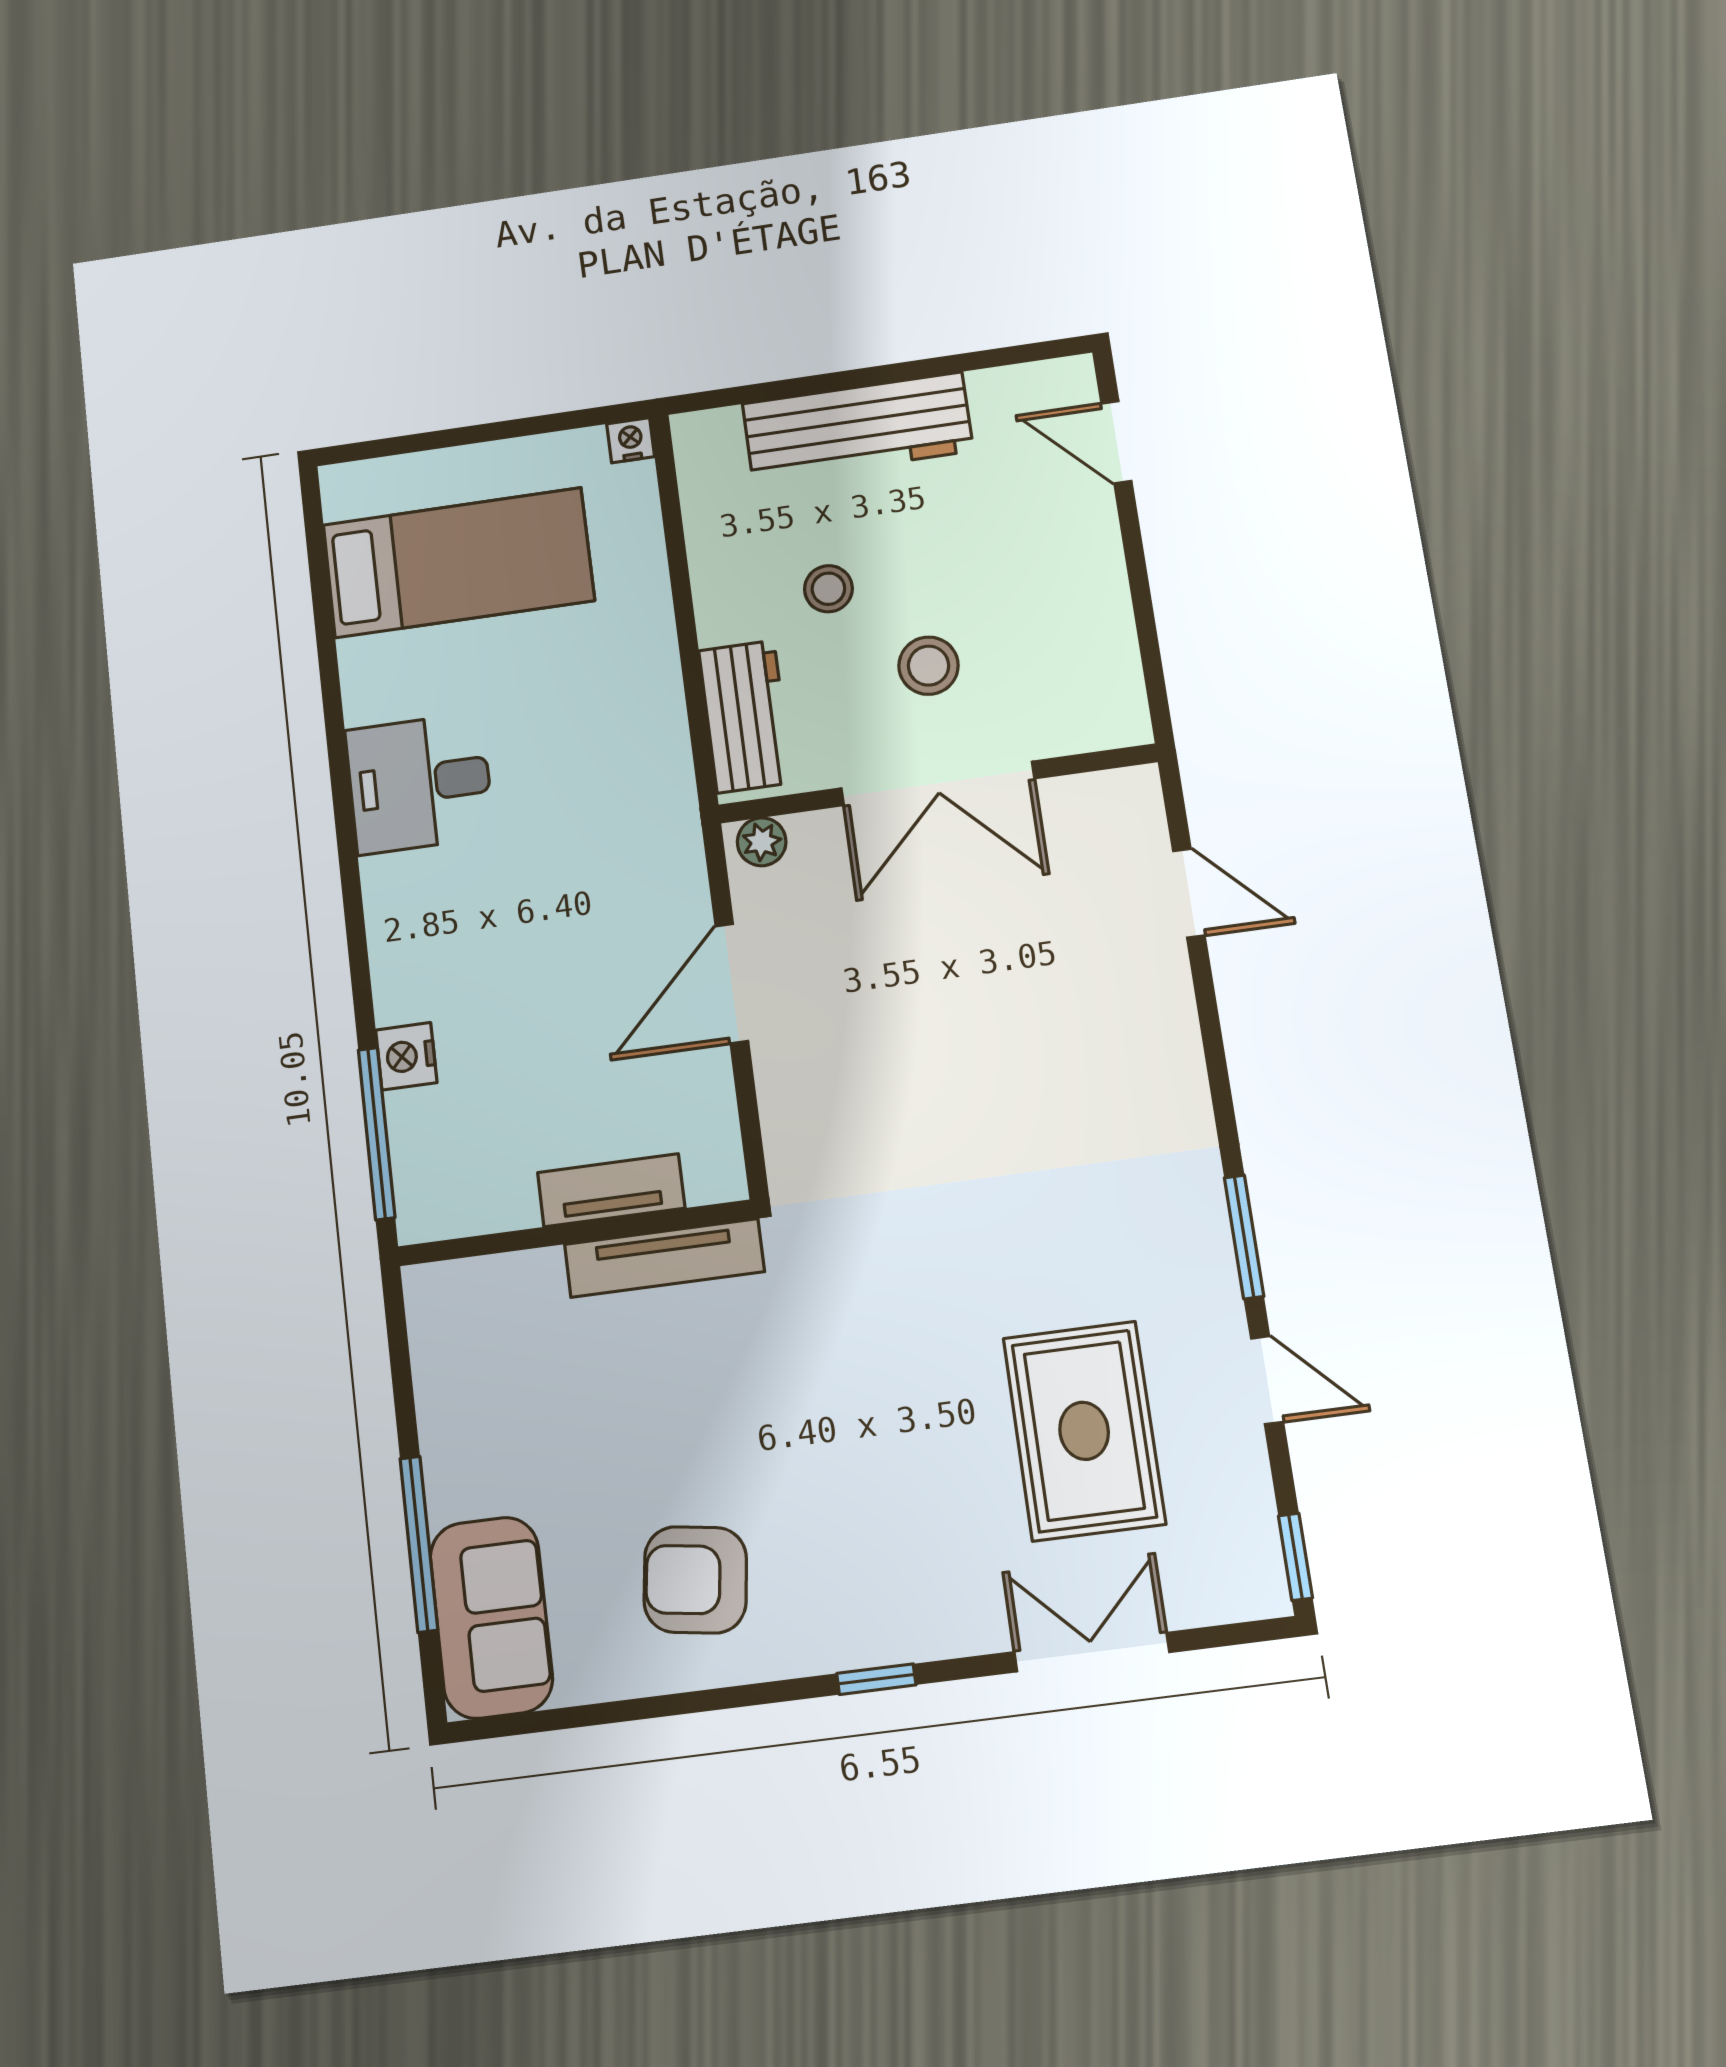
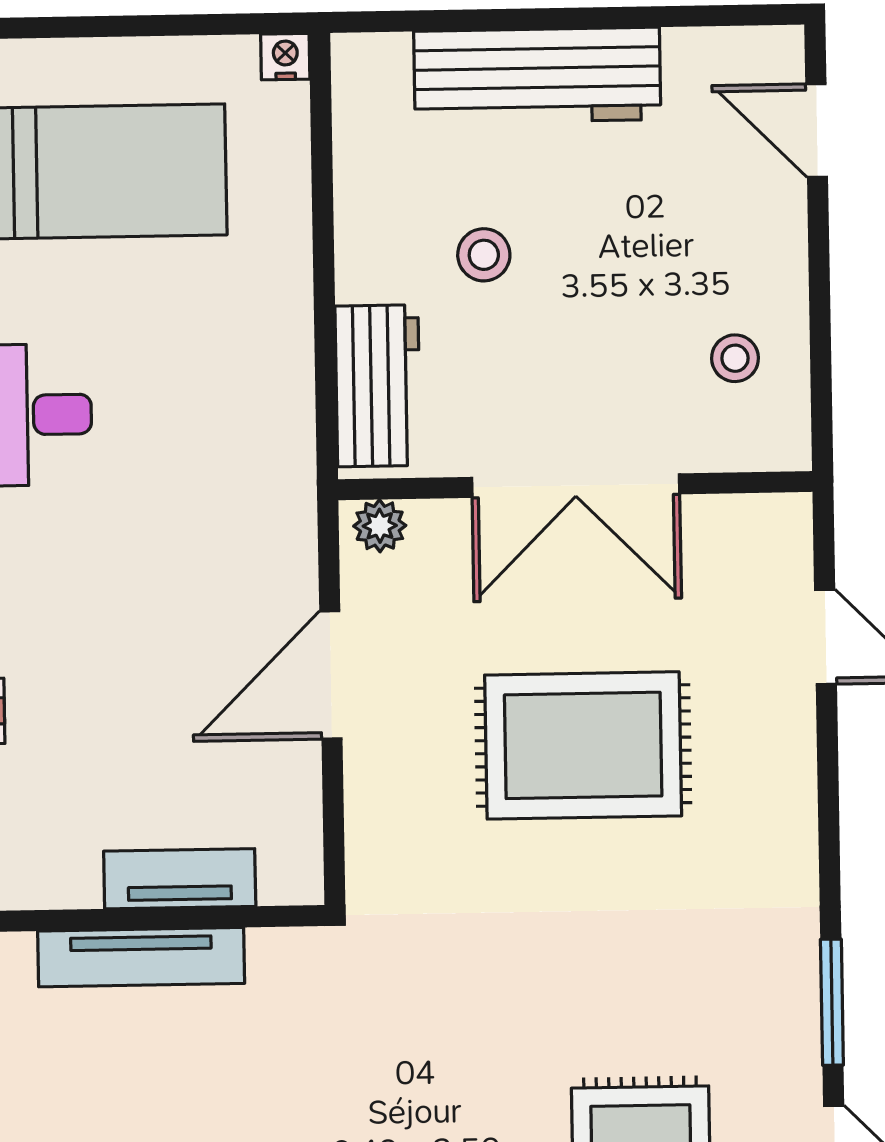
stool: (929, 666) -> (735, 358), moved, width x0.73, depth x0.73
rug: (975, 1021) -> (583, 745), added
tv unit: (664, 1258) -> (141, 957), moved

